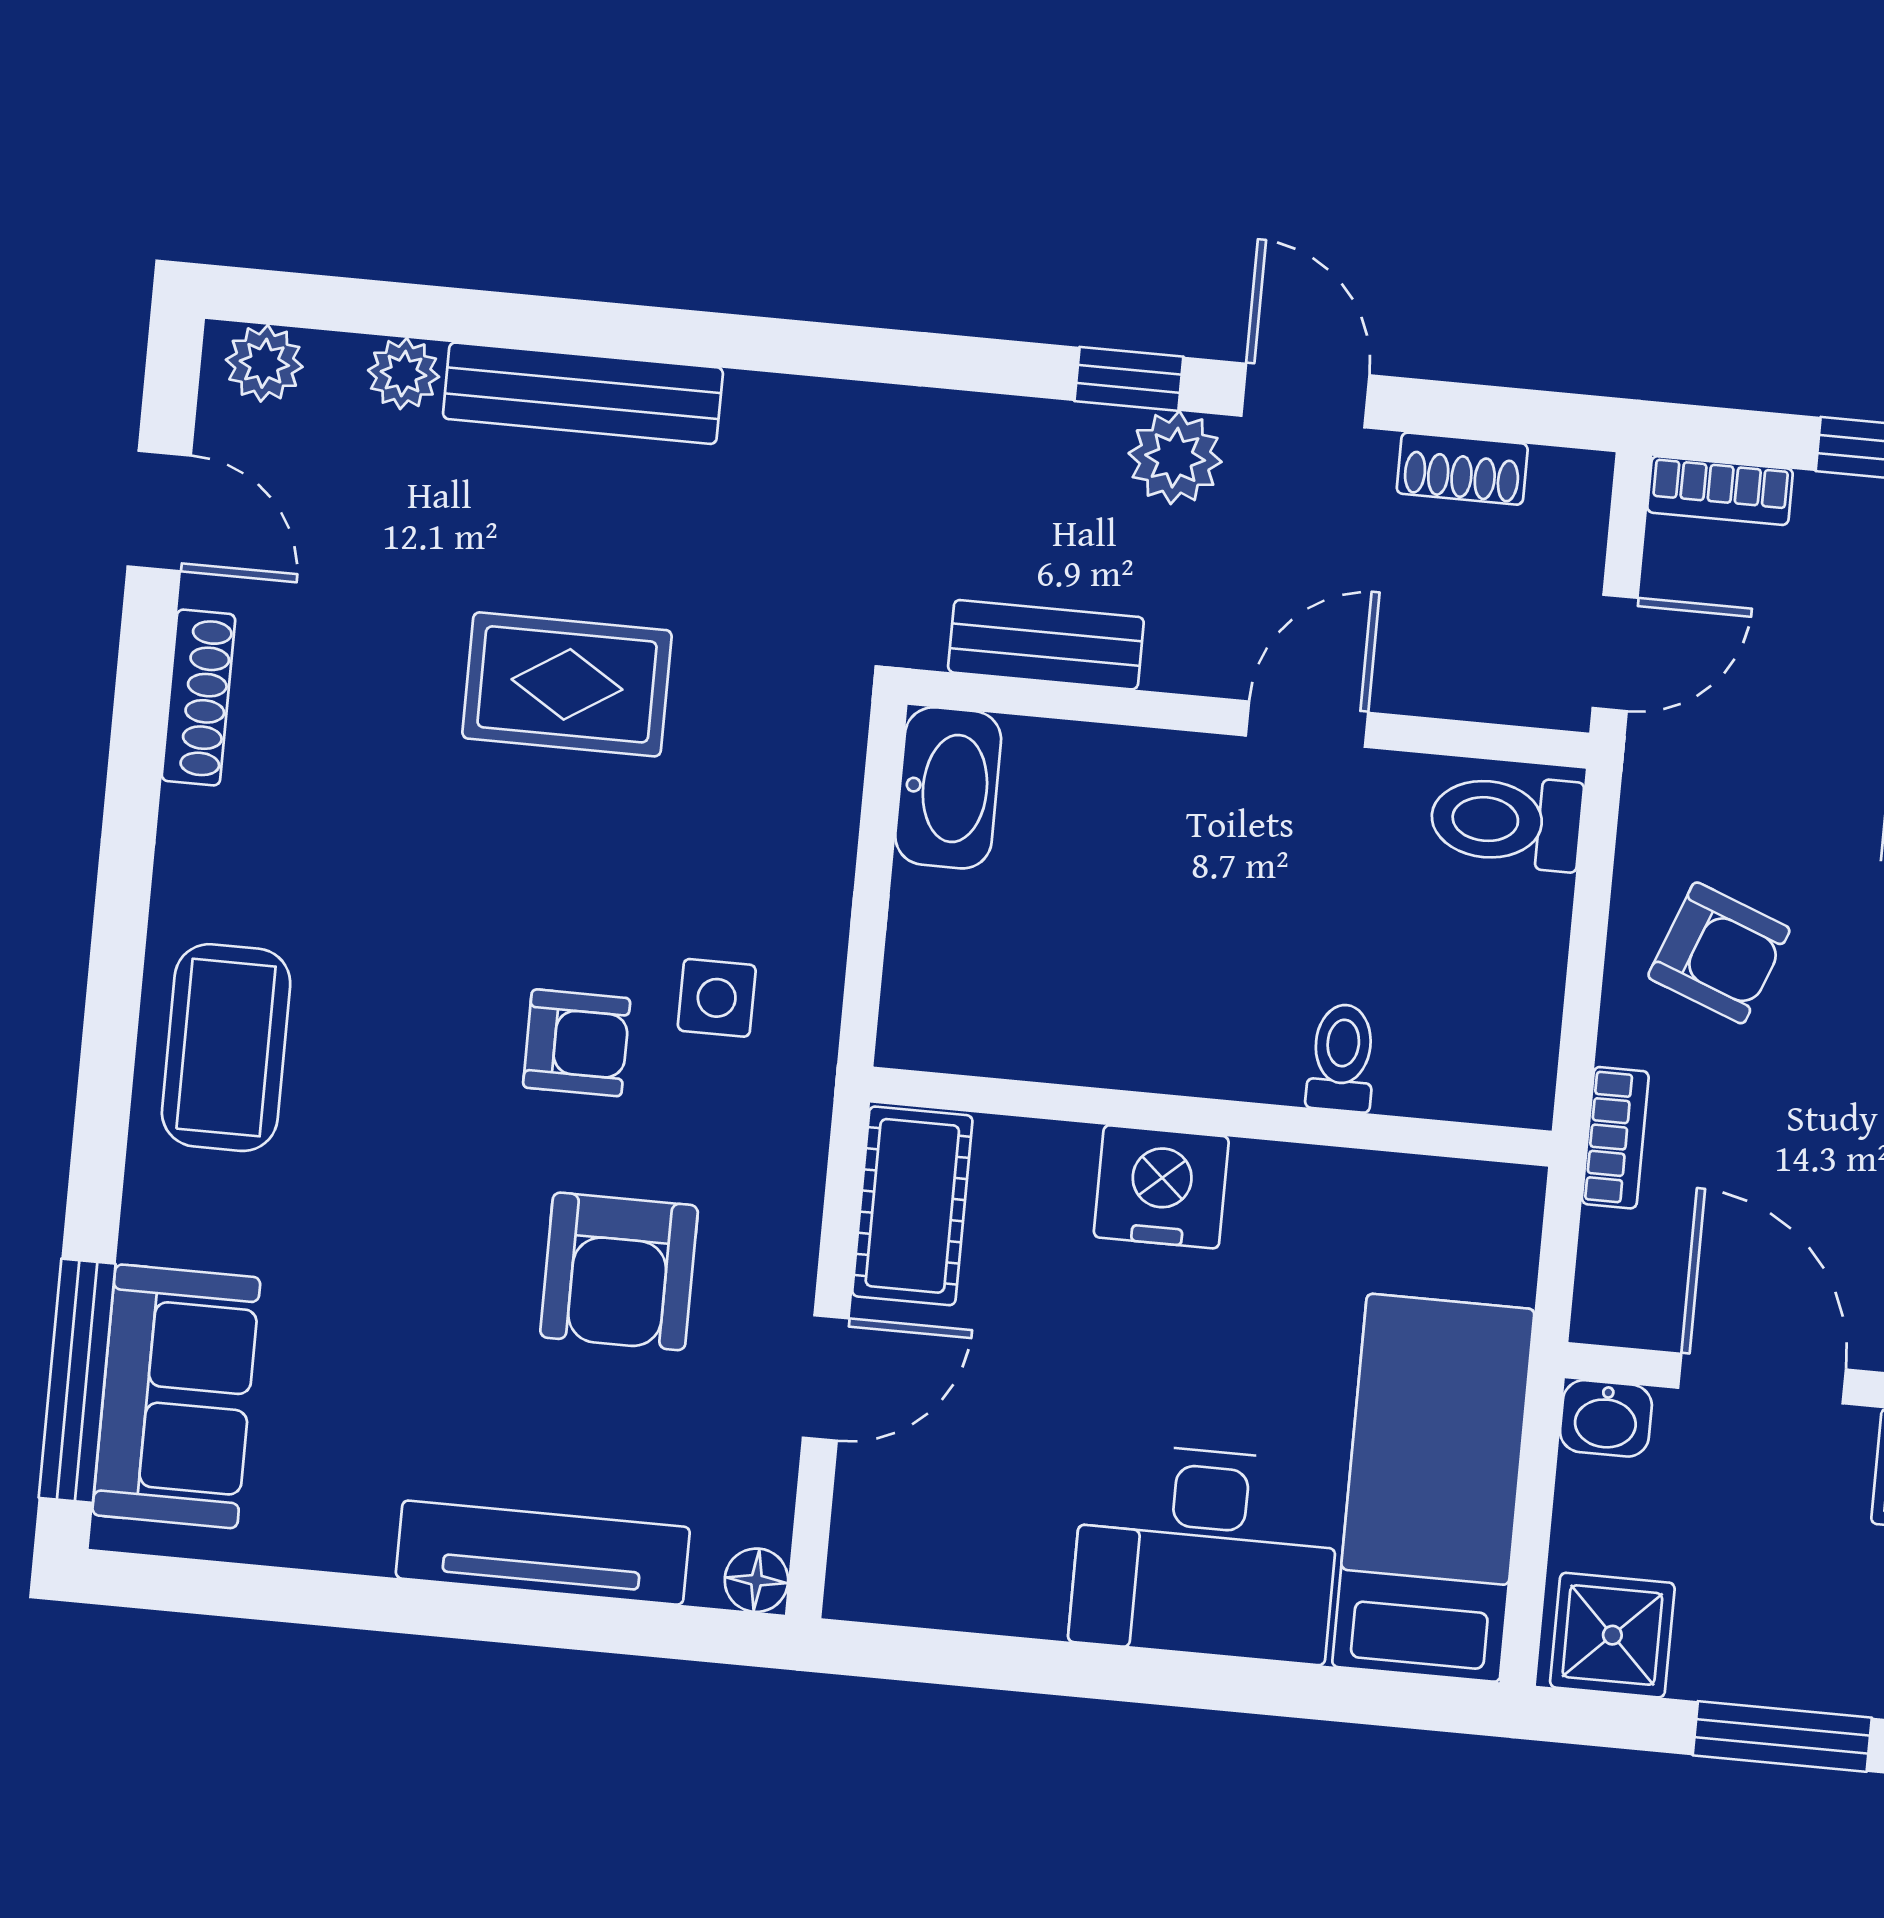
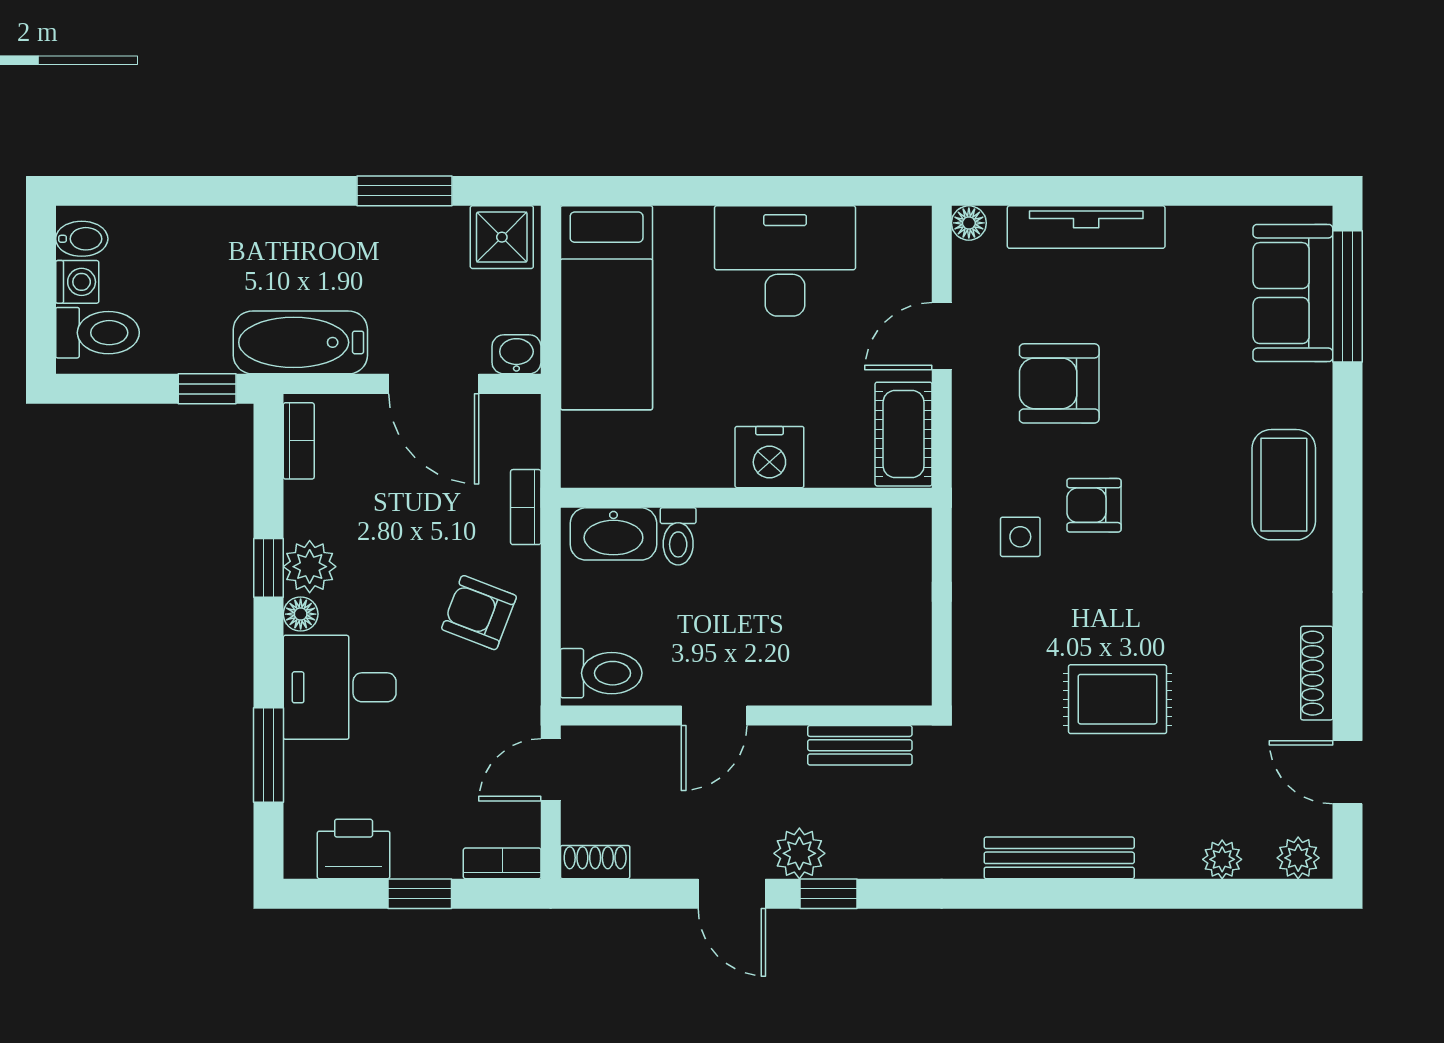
bench: (583, 393) -> (1059, 858), moved
shoe rack: (1462, 469) -> (595, 862), moved
washbasin: (948, 788) -> (613, 534), moved, turned -90
armchair: (619, 1271) -> (1059, 383), turned -90
desk: (1206, 1553) -> (785, 261), moved

